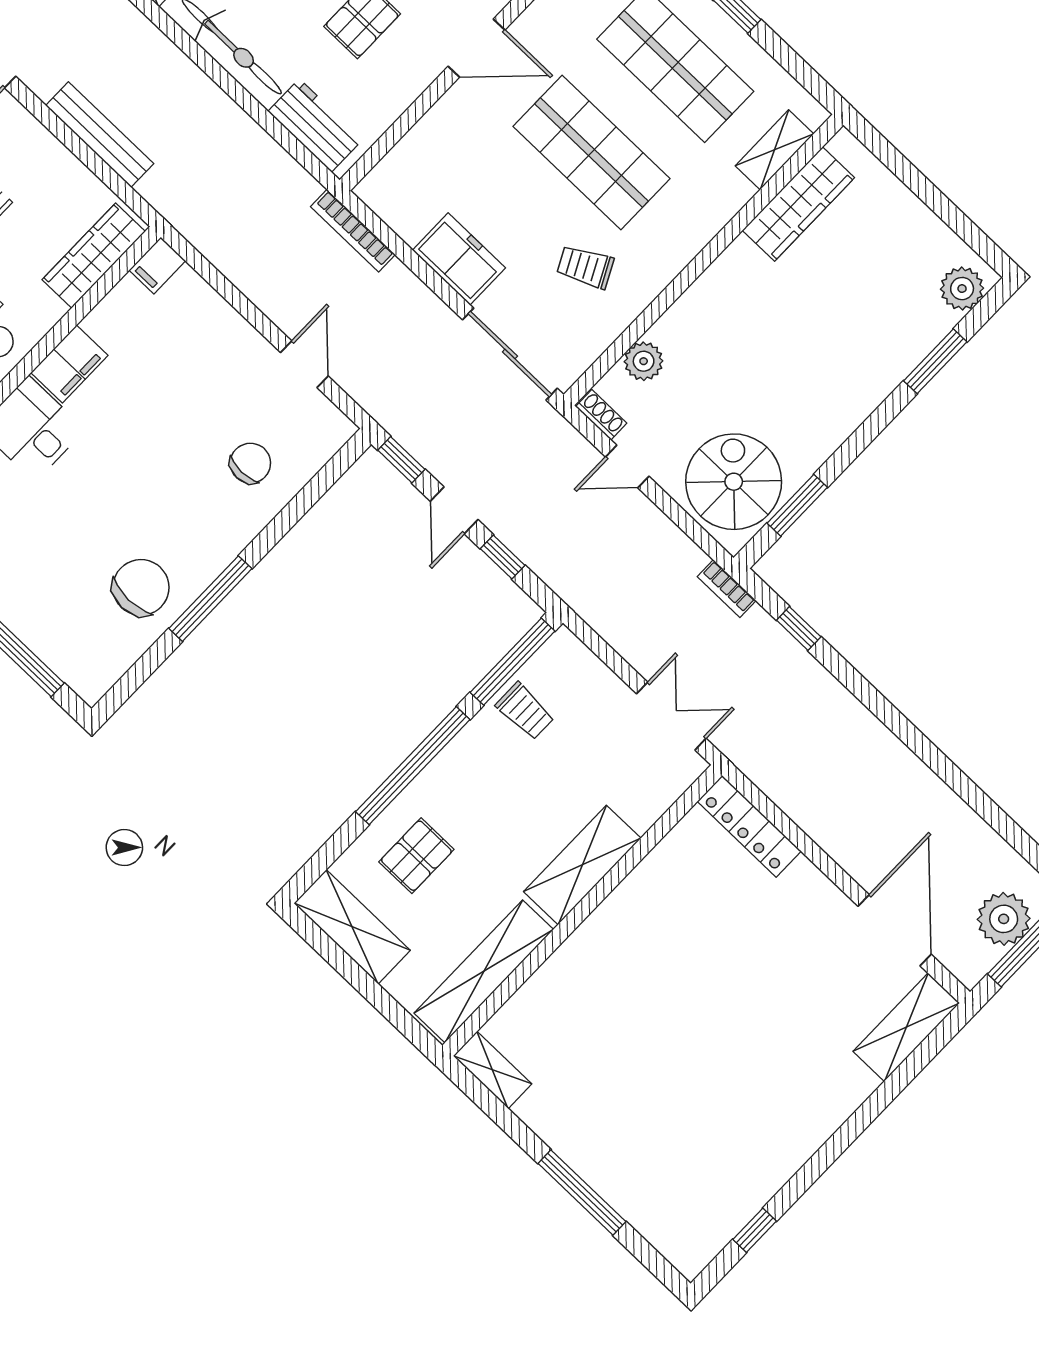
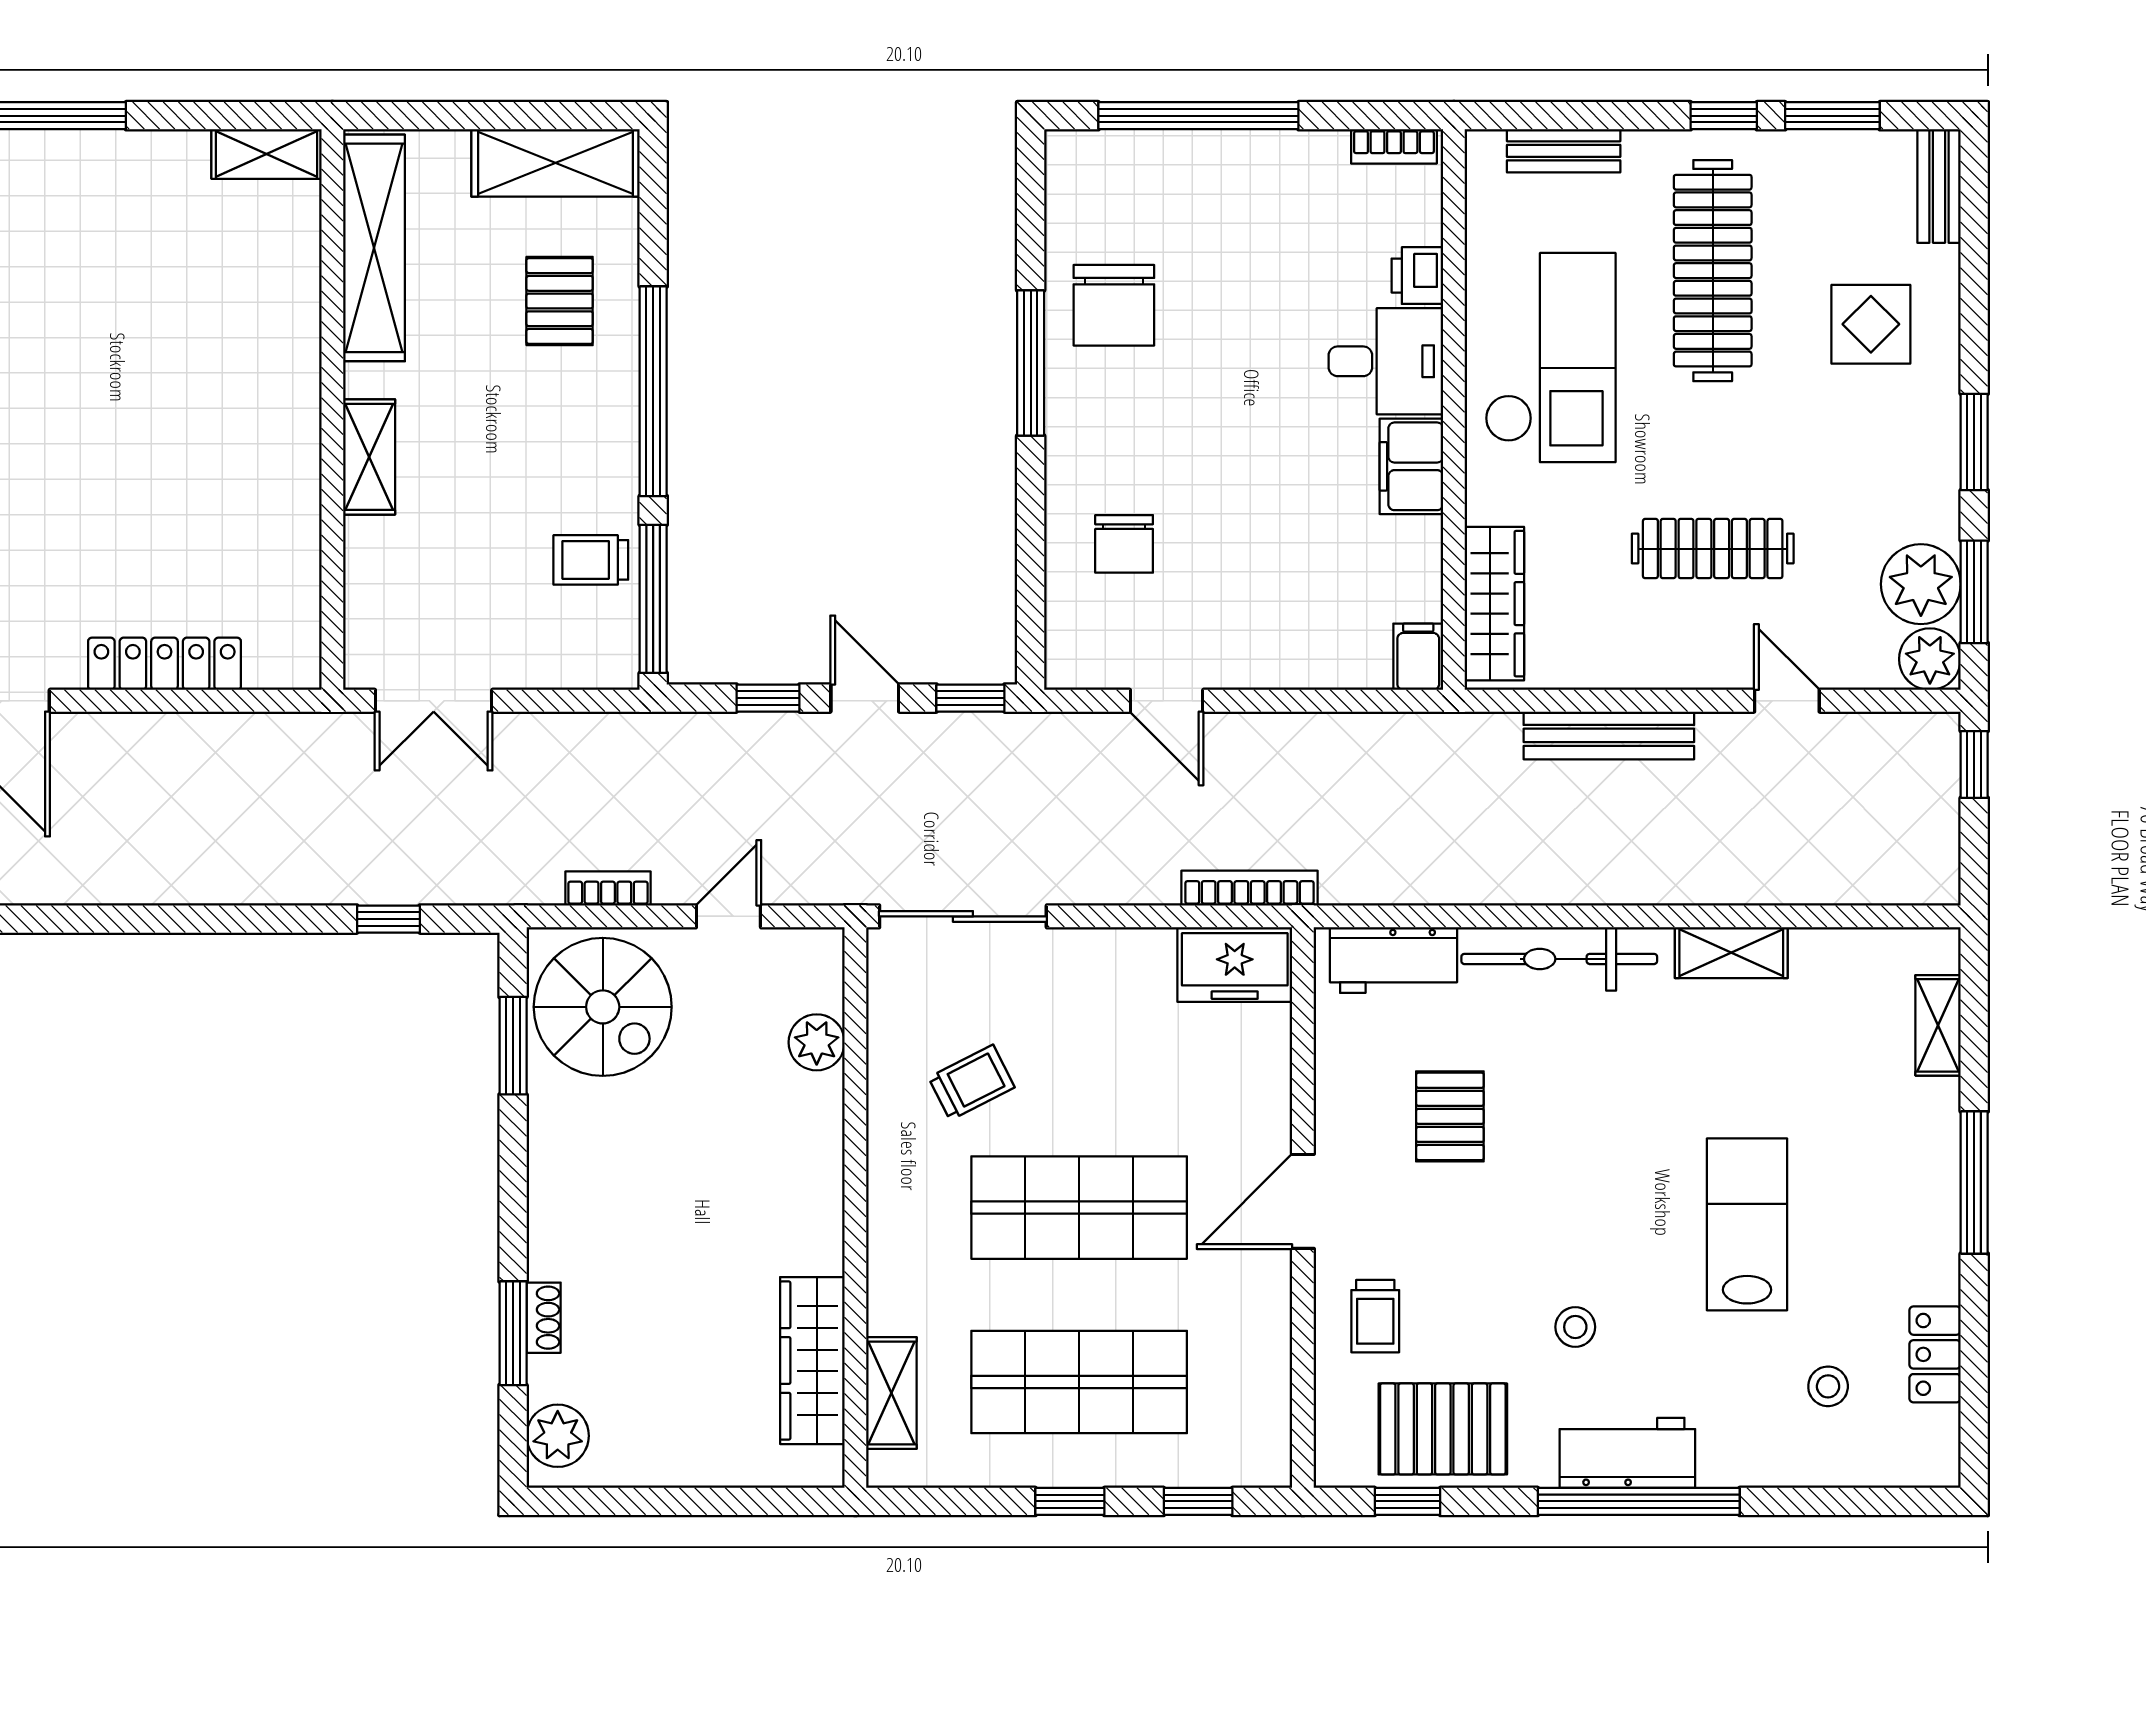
freezer: (459, 259) -> (1235, 965), moved
shoe rack: (601, 415) -> (544, 1318), moved, turned -90
bookcase: (727, 589) -> (608, 889), moved
locker: (749, 826) -> (165, 664), moved
shelving: (582, 865) -> (369, 457), width x0.67, depth x0.75

